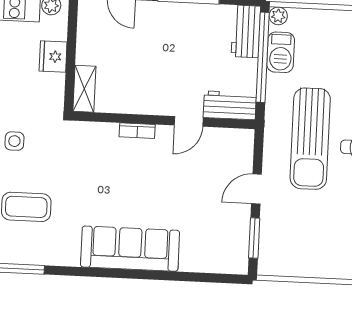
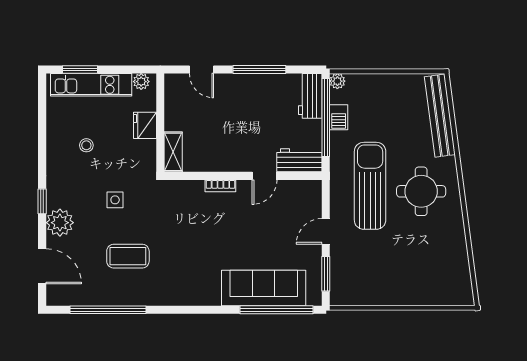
barbecue: (281, 52) -> (339, 117), width x0.73, depth x0.79
sun lounger: (310, 139) -> (370, 186), turned 180
sofa: (130, 249) -> (264, 288), moved
window: (195, 277) -> (277, 310), added

